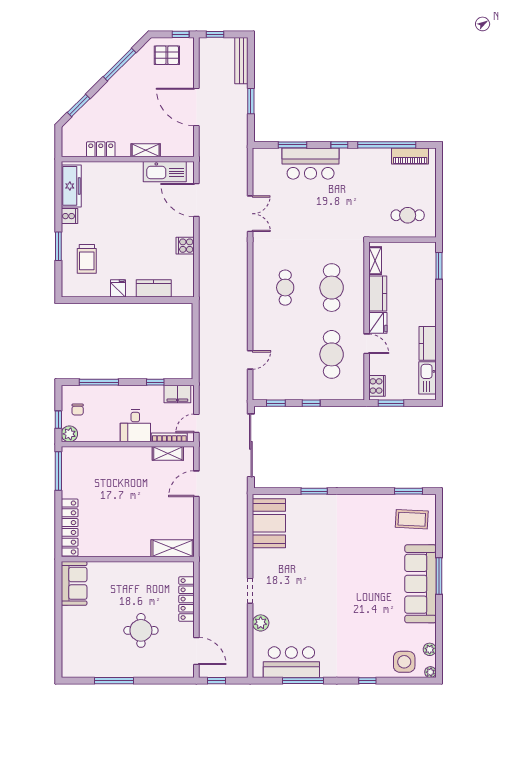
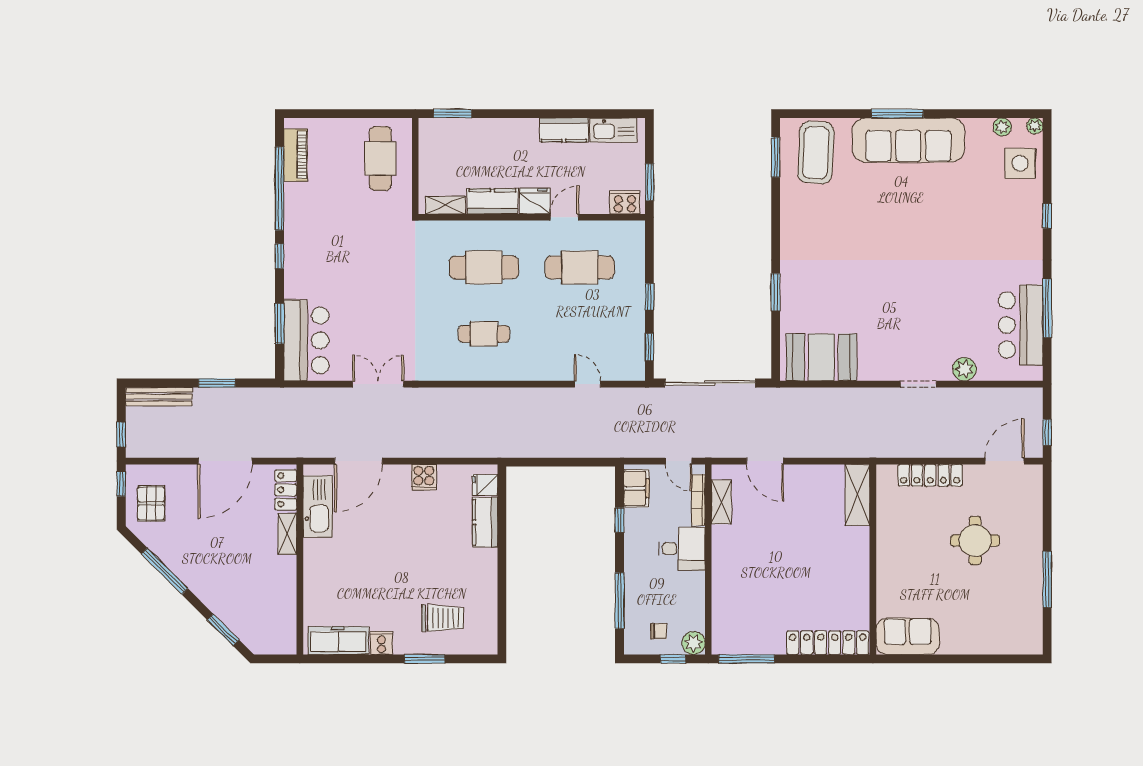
locker: (101, 149) -> (286, 490), moved
bar counter: (311, 164) -> (306, 340), moved
cafe table: (408, 215) -> (380, 158), width x1.37, depth x1.35
fridge: (118, 288) -> (485, 485), moved
coffee table: (412, 519) -> (816, 153), width x1.36, depth x1.32

